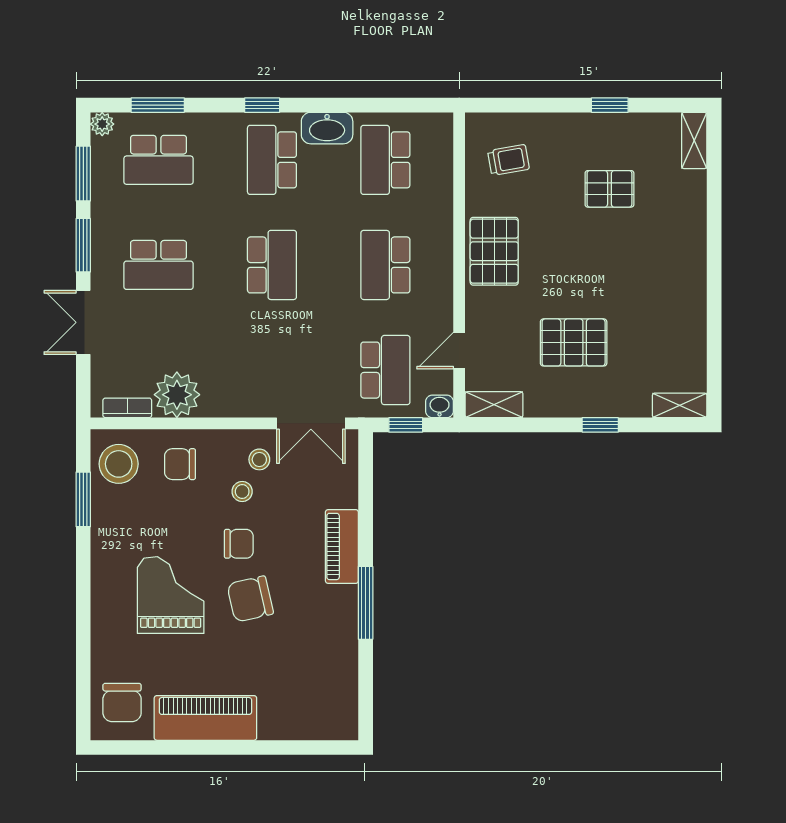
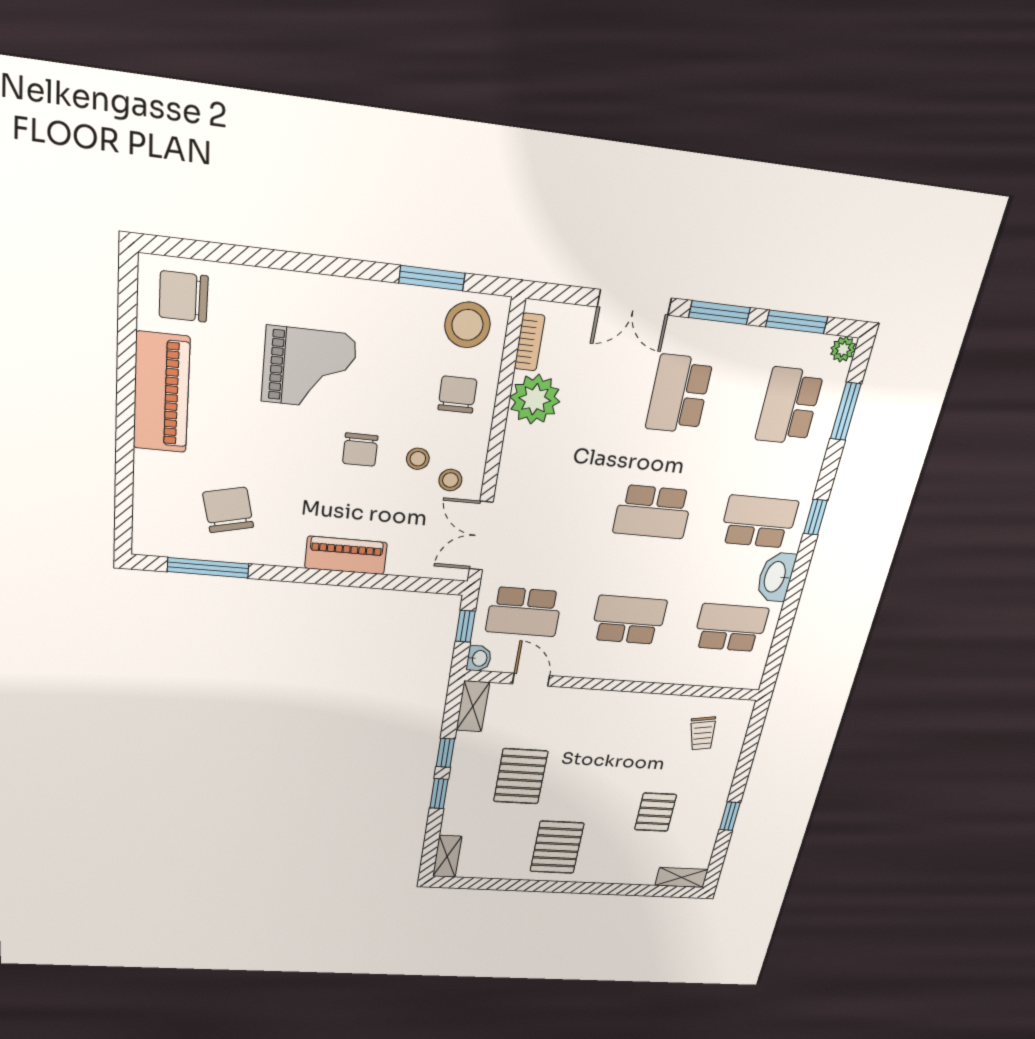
pallet: (494, 251) -> (557, 847), moved, turned 90
double door: (83, 322) -> (634, 302), swing flipped
window: (550, 425) -> (445, 753), added
chair: (250, 599) -> (228, 510), moved
window: (366, 603) -> (208, 568), moved

